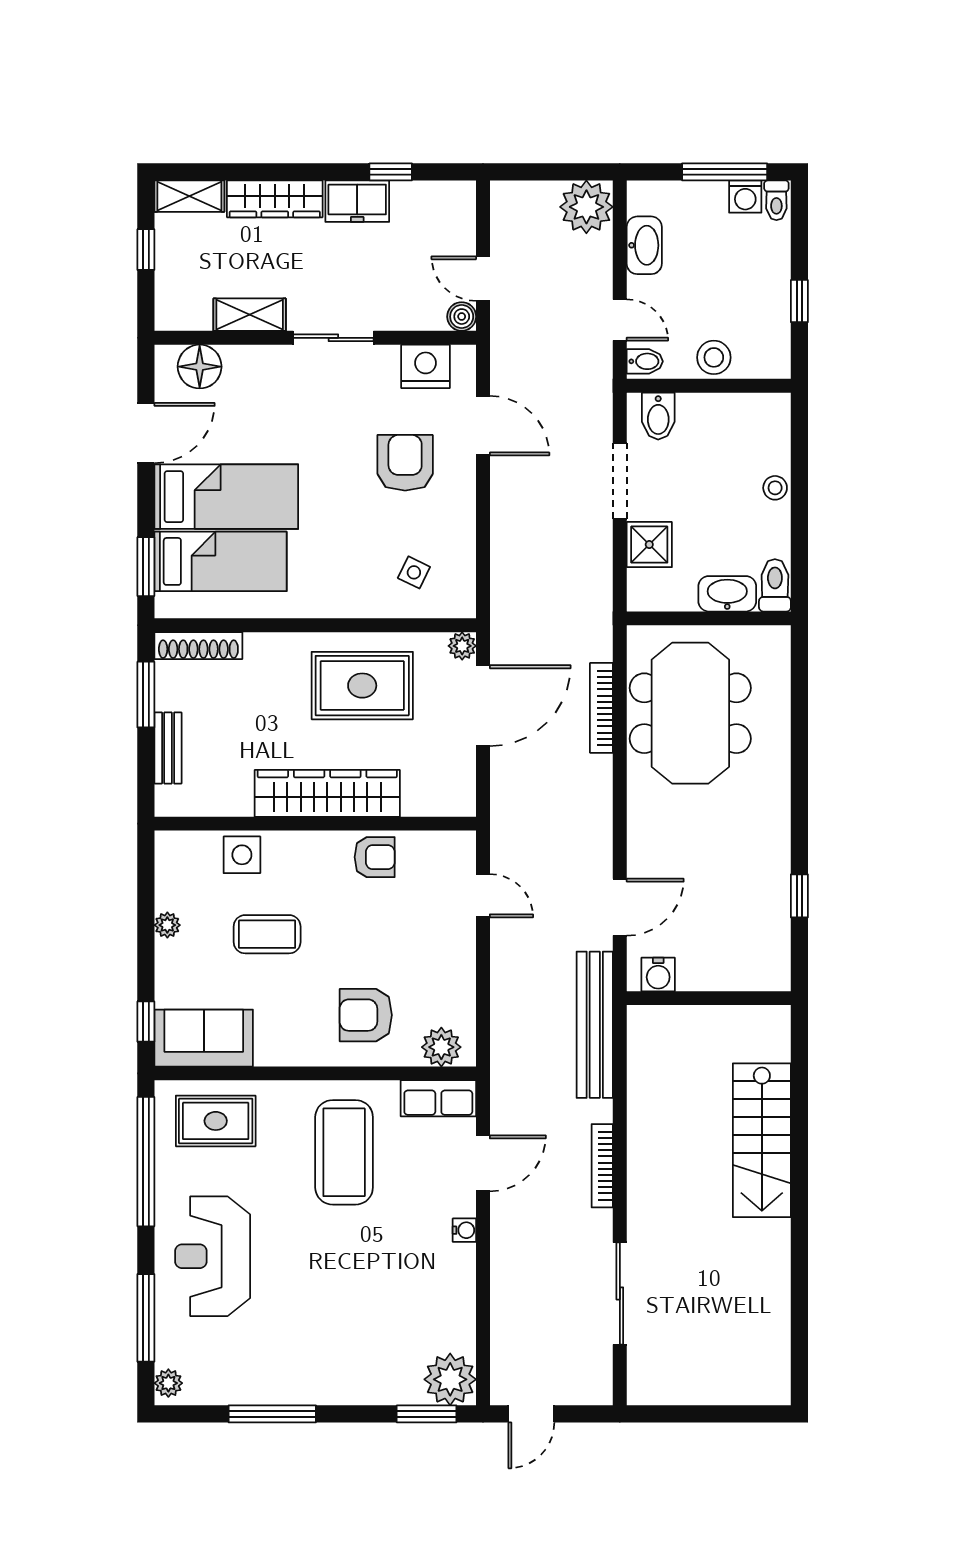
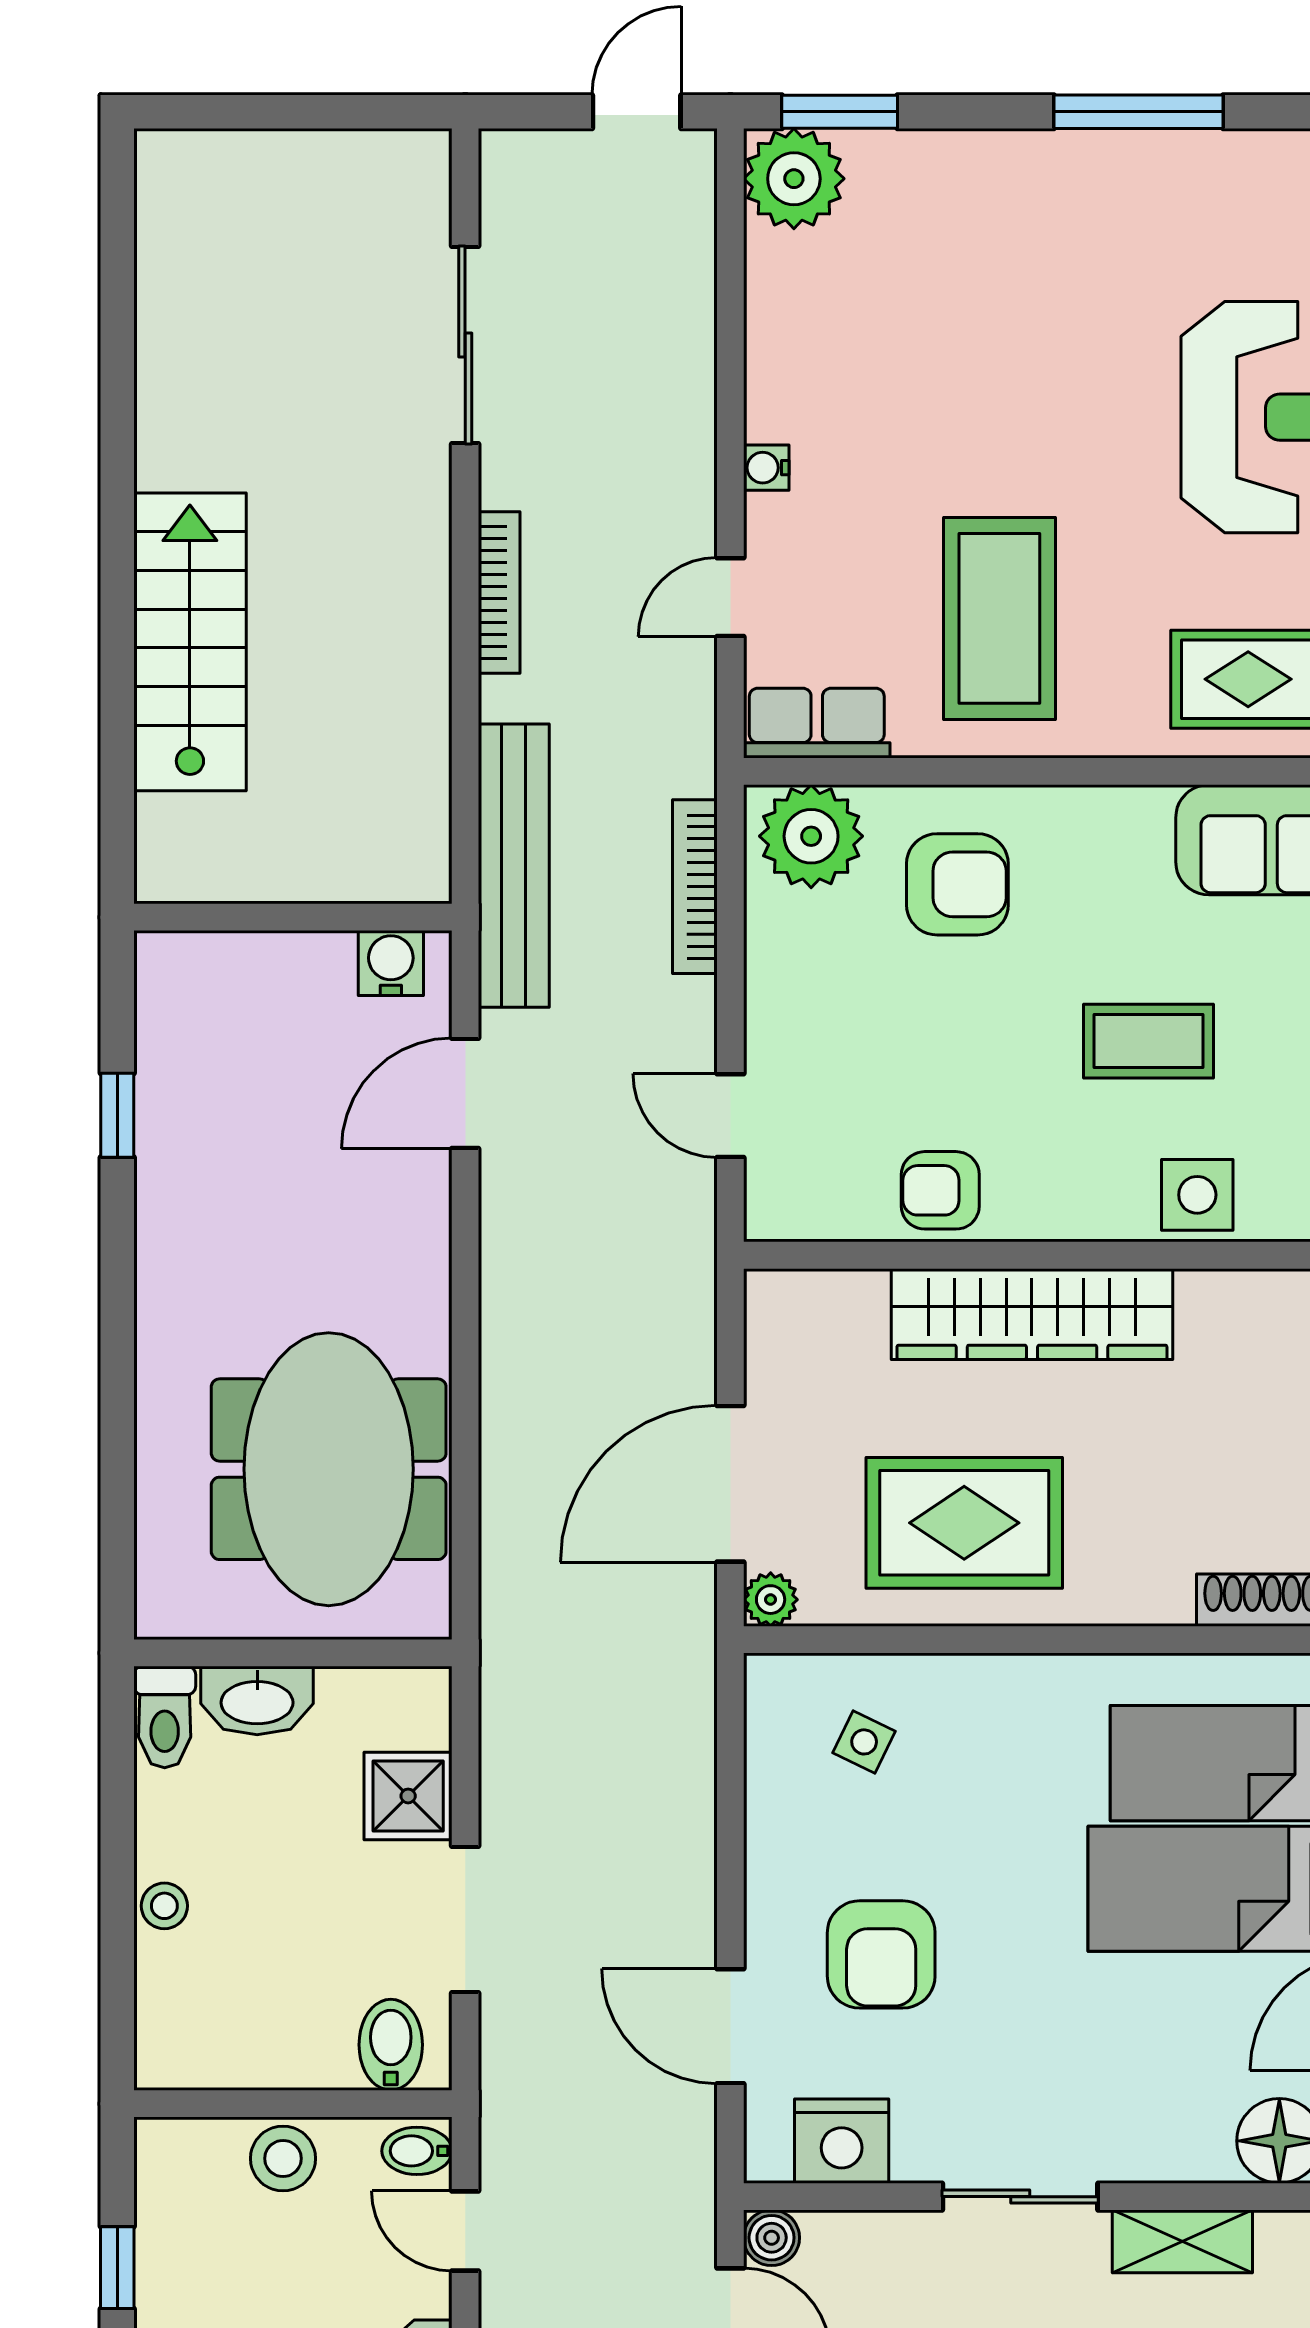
bookcase: (601, 708) -> (695, 887), moved, turned 180
plant: (441, 1047) -> (811, 836), width x1.36, depth x1.36
door: (483, 1163) -> (730, 597), width x0.73

